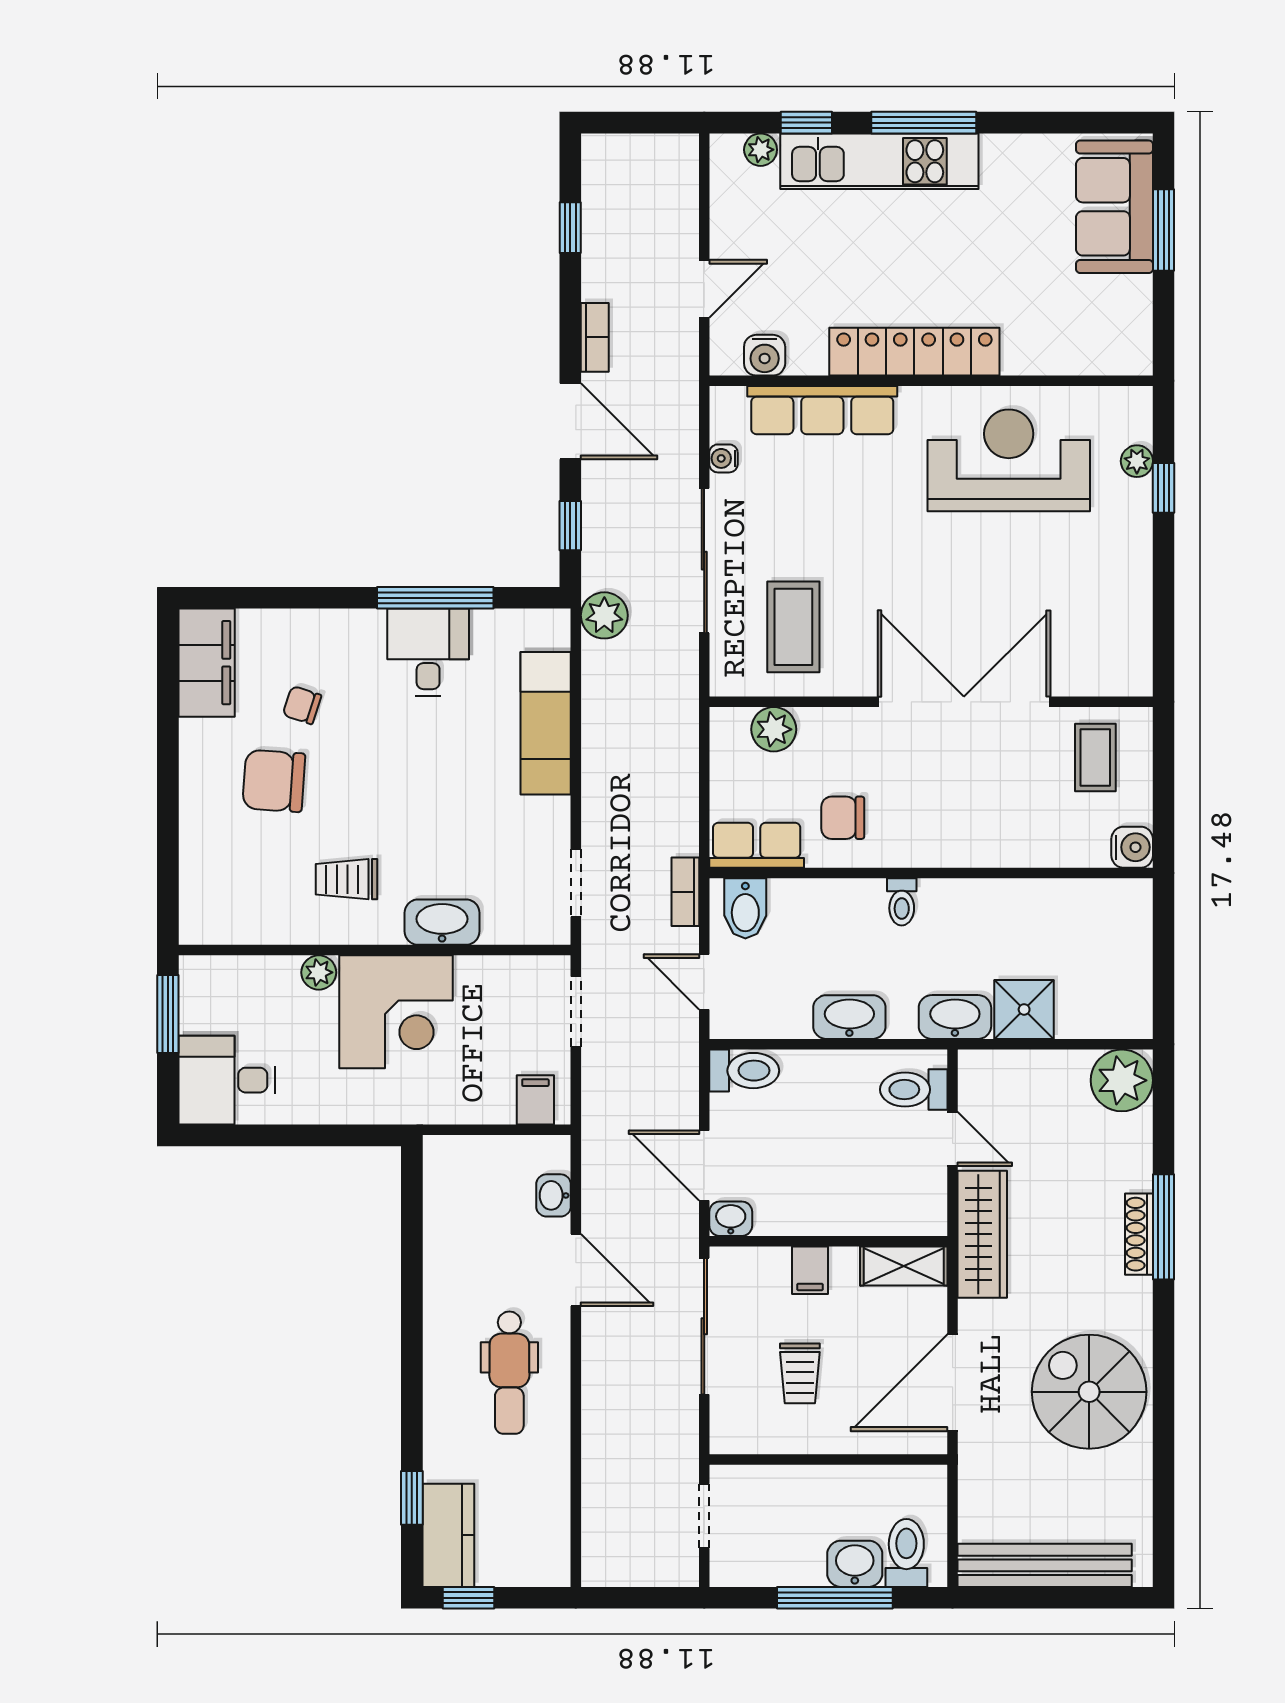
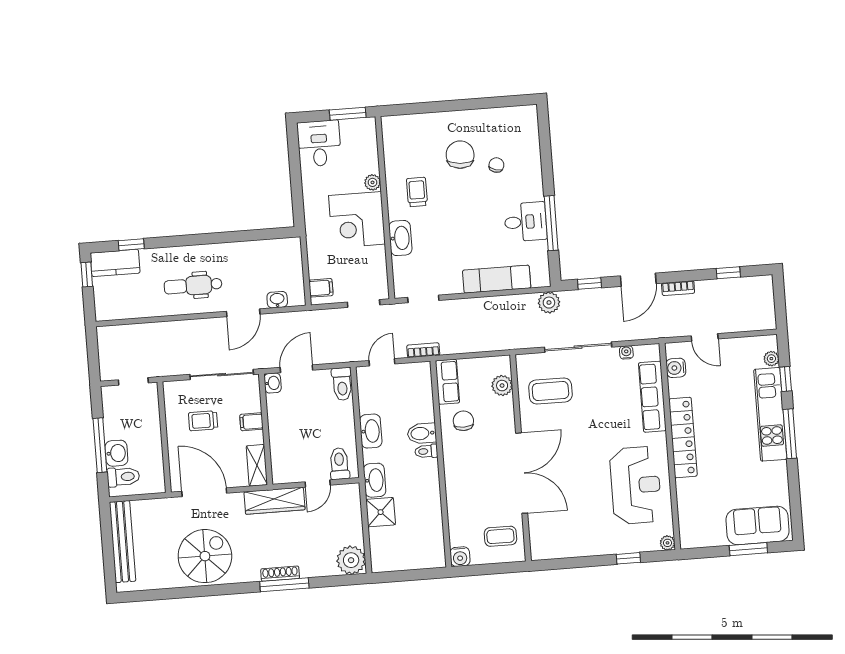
plant: (1137, 461) -> (668, 543), moved
filing cabinet: (207, 663) -> (513, 119), removed
bidet: (745, 908) -> (422, 433), moved

